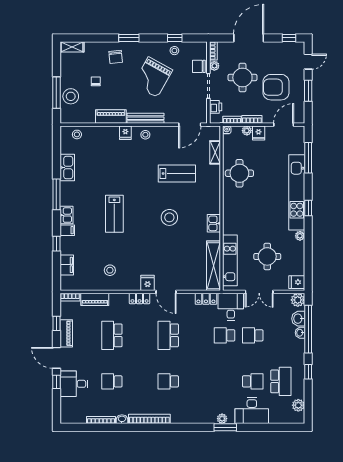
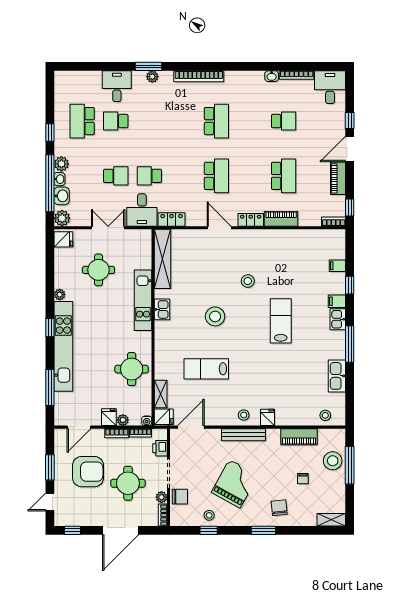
piano: (111, 117) -> (299, 437), moved
kitchen unit: (230, 260) -> (143, 300), moved
filing cabinet: (67, 265) -> (337, 266), width x0.50
stool: (110, 270) -> (248, 281), moved
fridge: (148, 283) -> (164, 417), moved, turned -90
piano: (95, 299) -> (281, 219), moved
window: (56, 323) -> (350, 207), moved
school desk: (225, 335) -> (149, 176), turned 180
door: (56, 358) -> (350, 149), swing flipped
school desk: (168, 381) -> (216, 121), width x1.85
desk: (74, 384) -> (330, 87), moved, turned -90
plant: (298, 405) -> (61, 164), moved
desk: (252, 411) -> (117, 86), width x0.73
bookcase: (149, 419) -> (199, 76), moved

